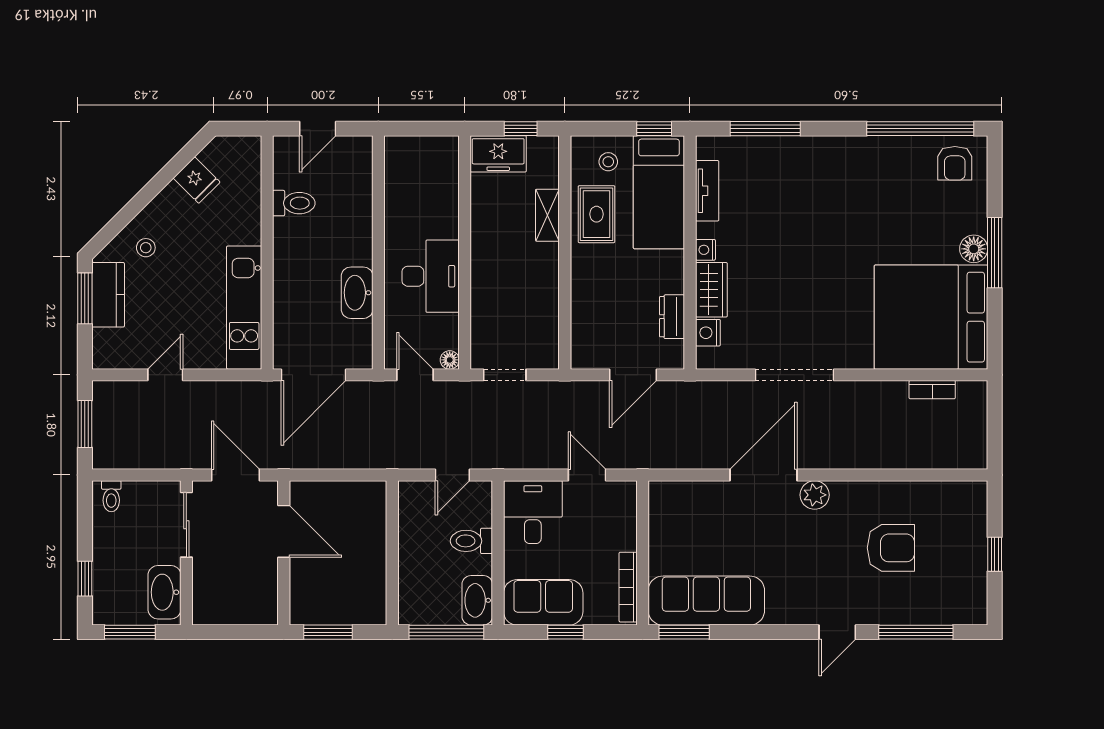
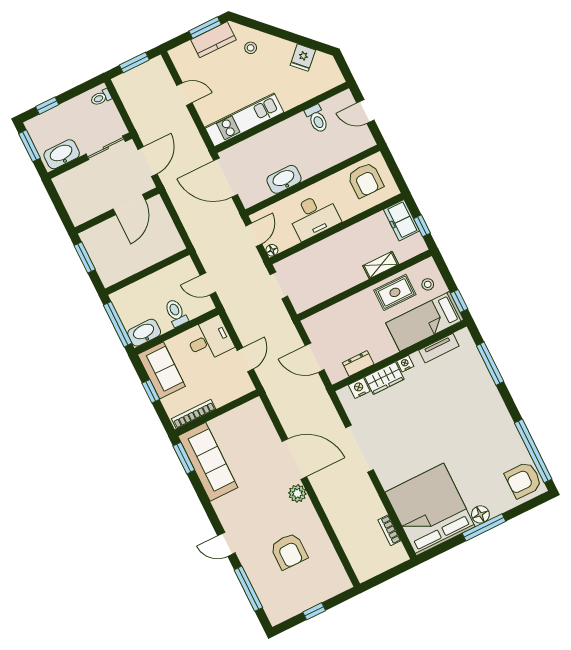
armchair: (955, 163) -> (523, 480), width x1.38, depth x1.38
armchair: (416, 177) -> (365, 180), added

